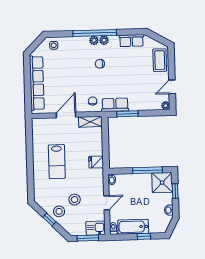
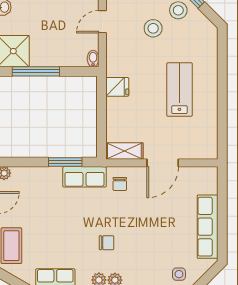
row of seats: (37, 83) -> (208, 227), width x0.73

